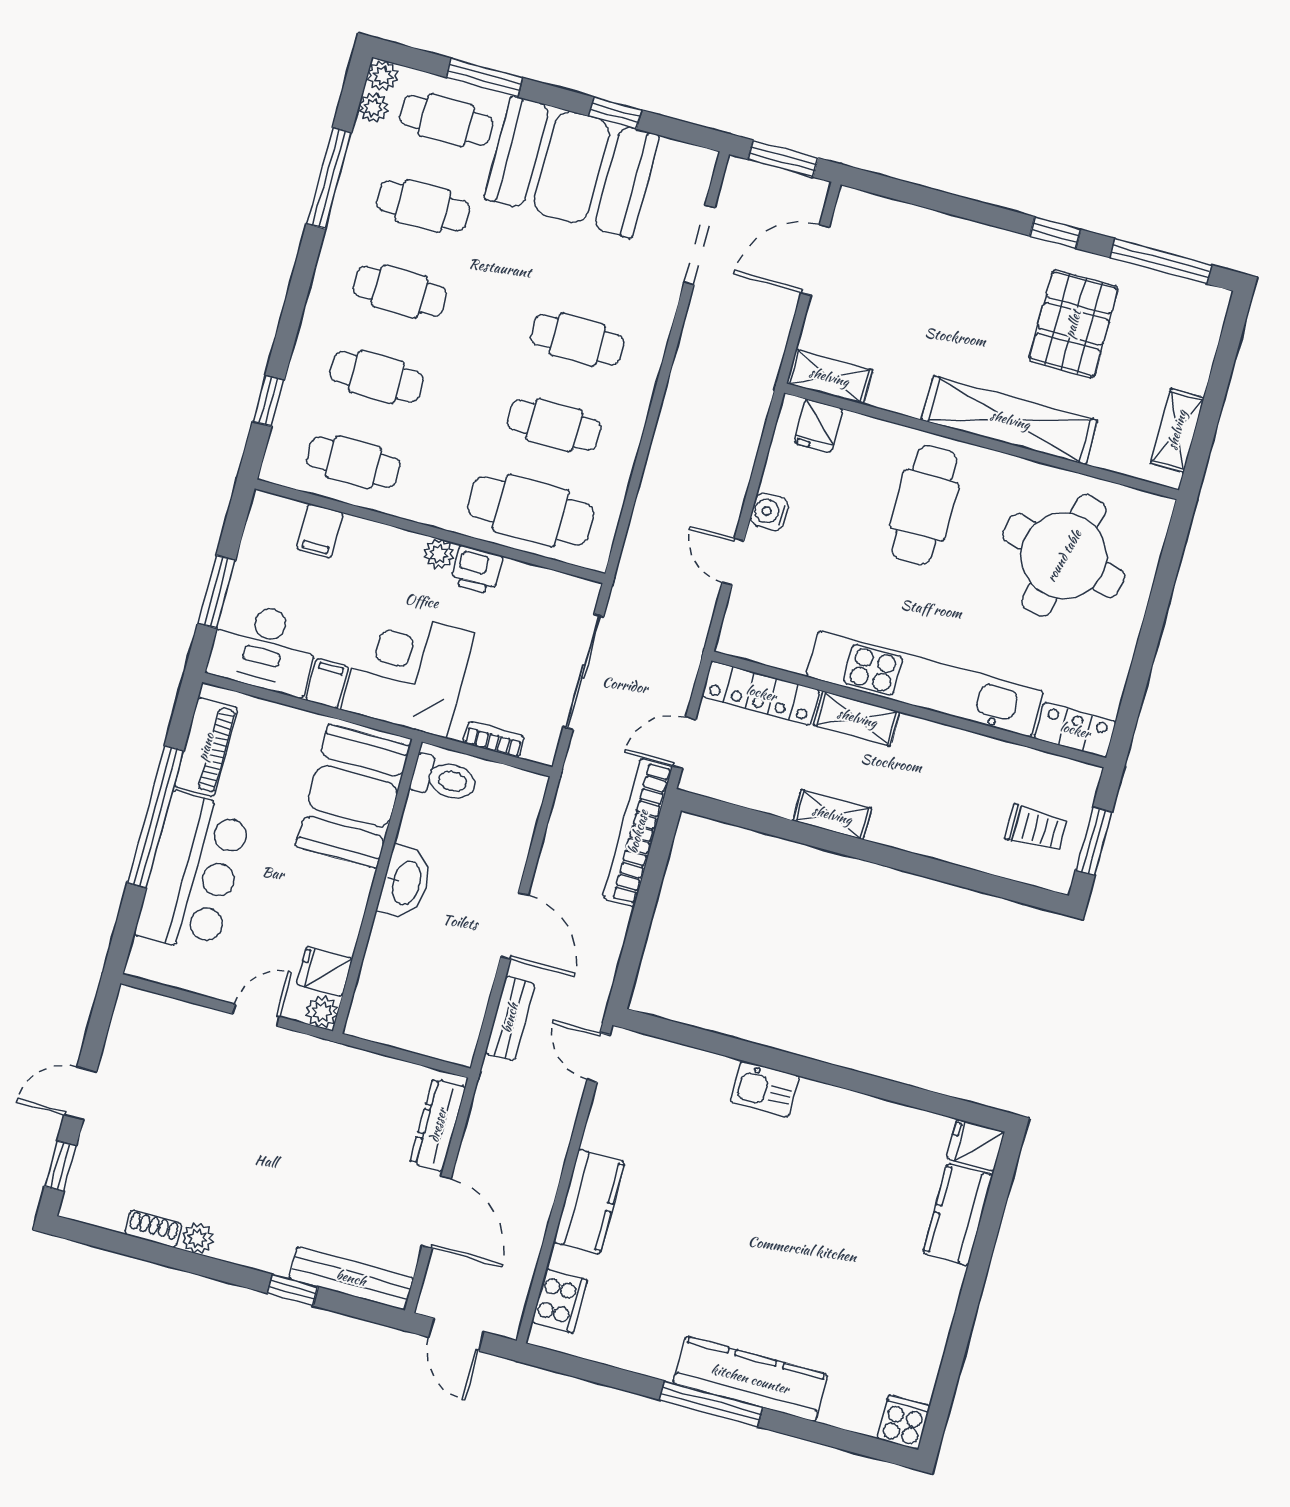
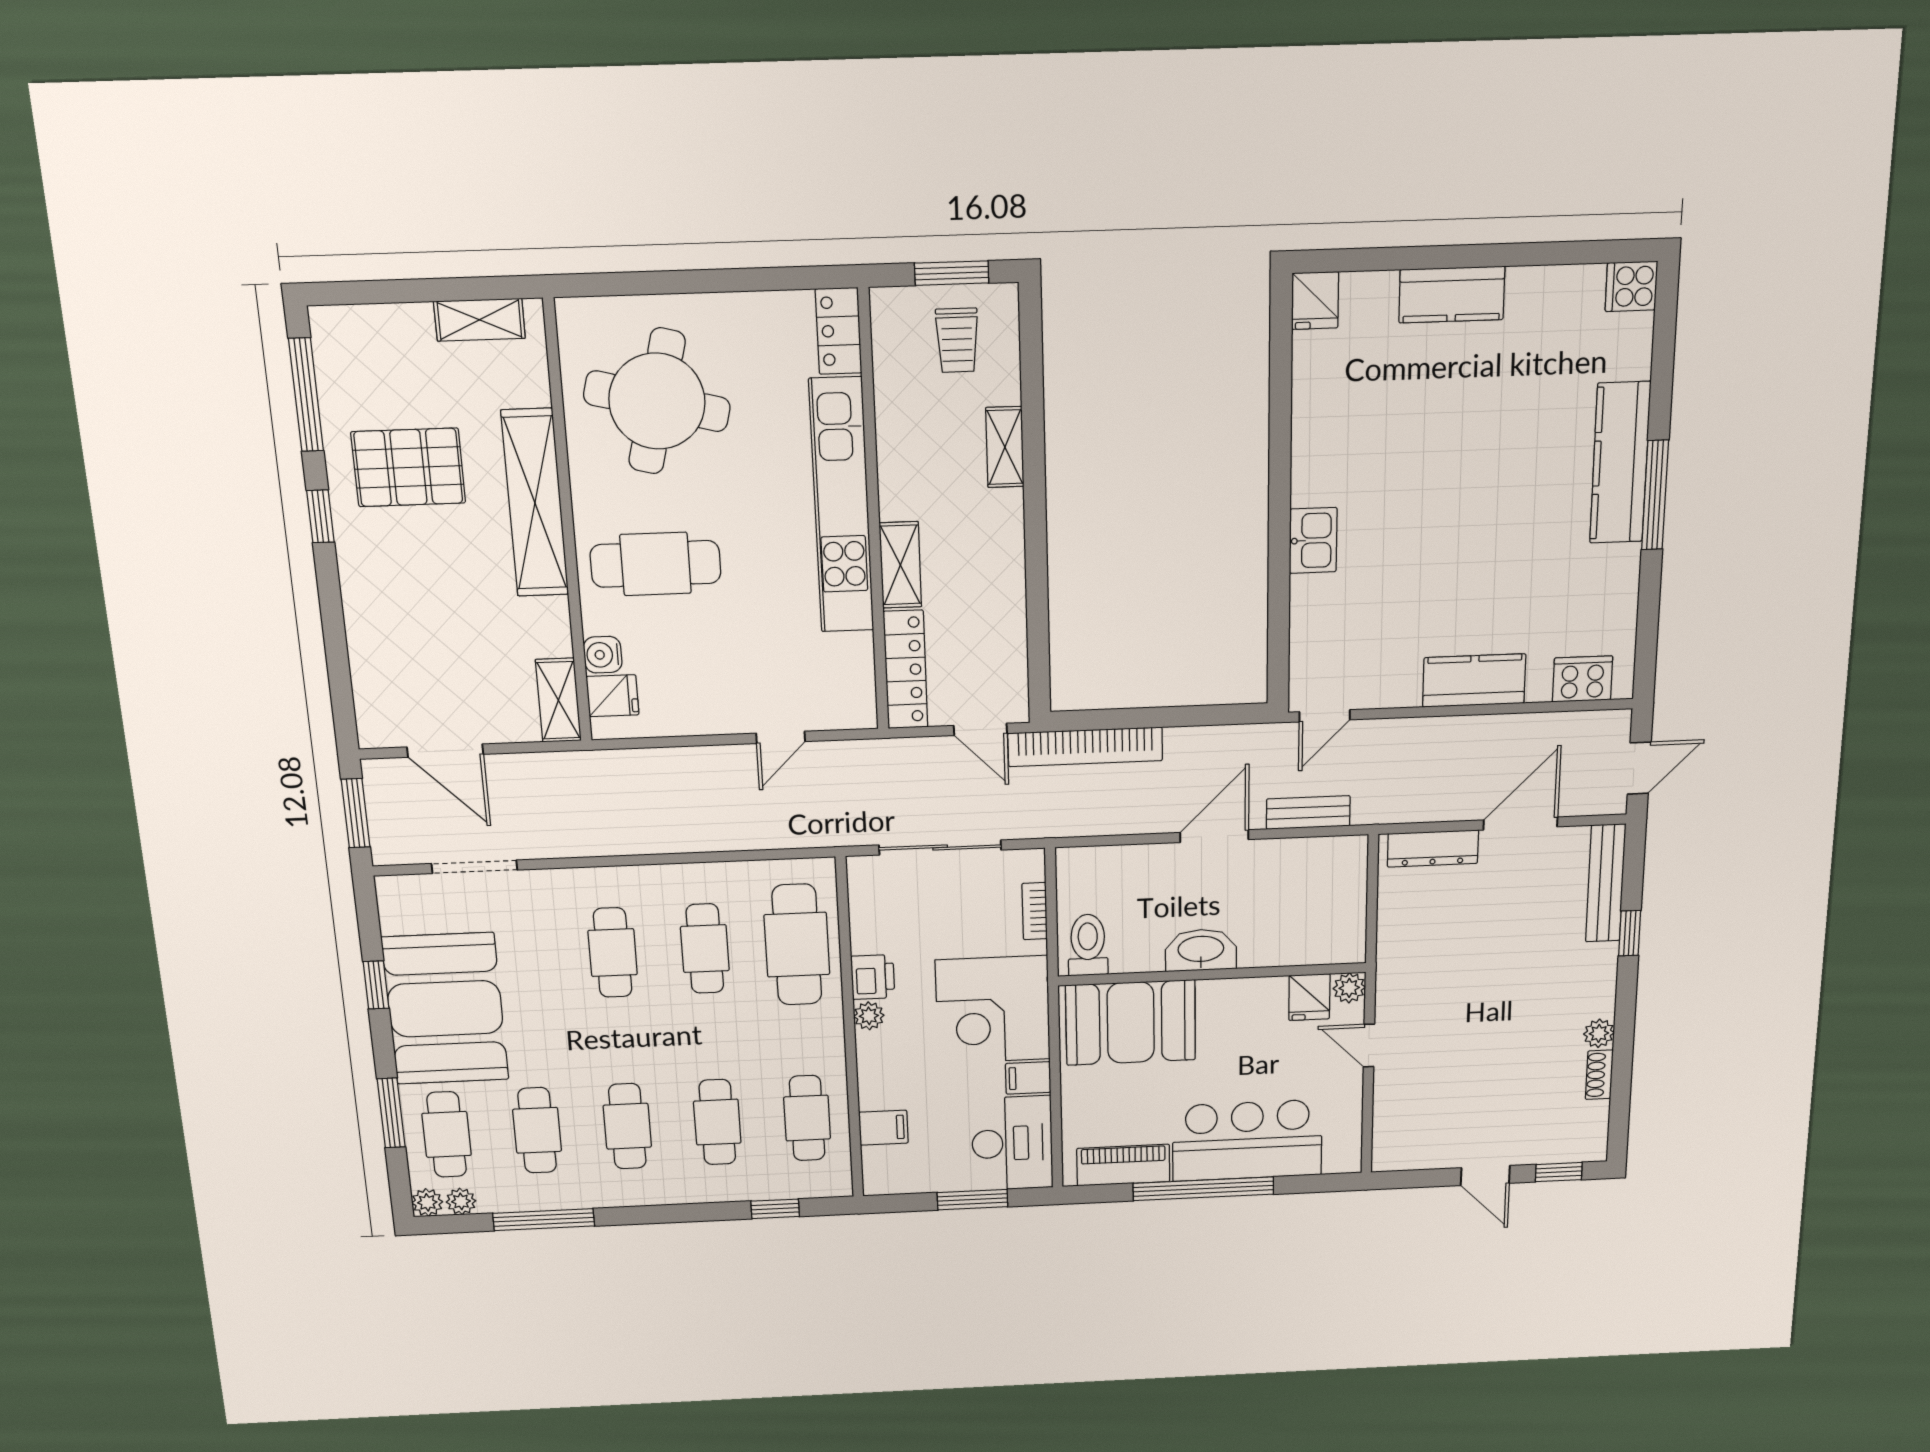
water cooler: (769, 512) -> (603, 655), moved, turned 90
shelving: (832, 815) -> (1005, 447), moved
trolley: (1036, 828) -> (957, 340), turned 180
kitchen counter: (958, 1214) -> (1452, 295), moved

